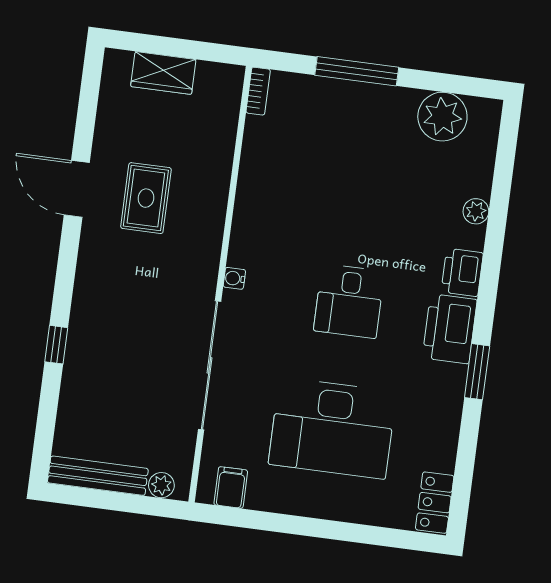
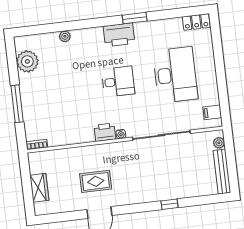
printer: (462, 272) -> (105, 132), moved, turned 180

